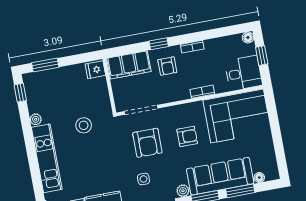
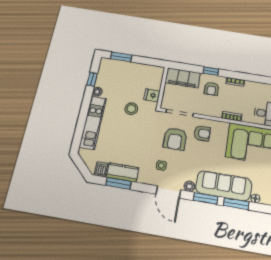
fridge: (95, 70) -> (152, 95), moved
window: (20, 93) -> (92, 79), moved
armchair: (187, 136) -> (202, 133), moved

